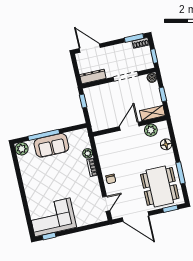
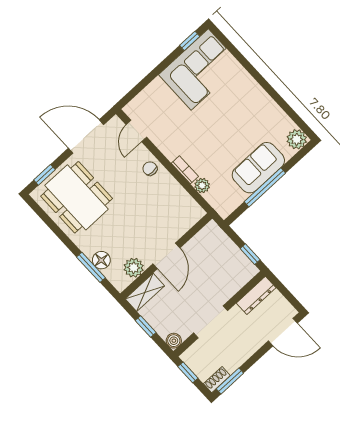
window: (44, 135) -> (265, 187), moved
window: (181, 173) -> (91, 267), moved

